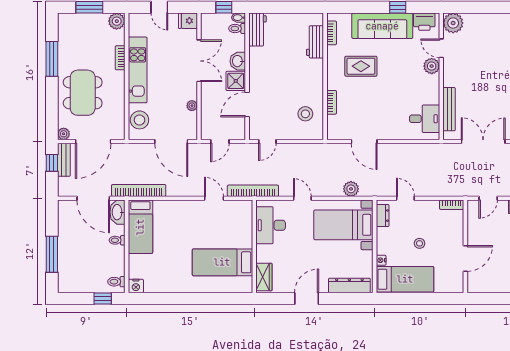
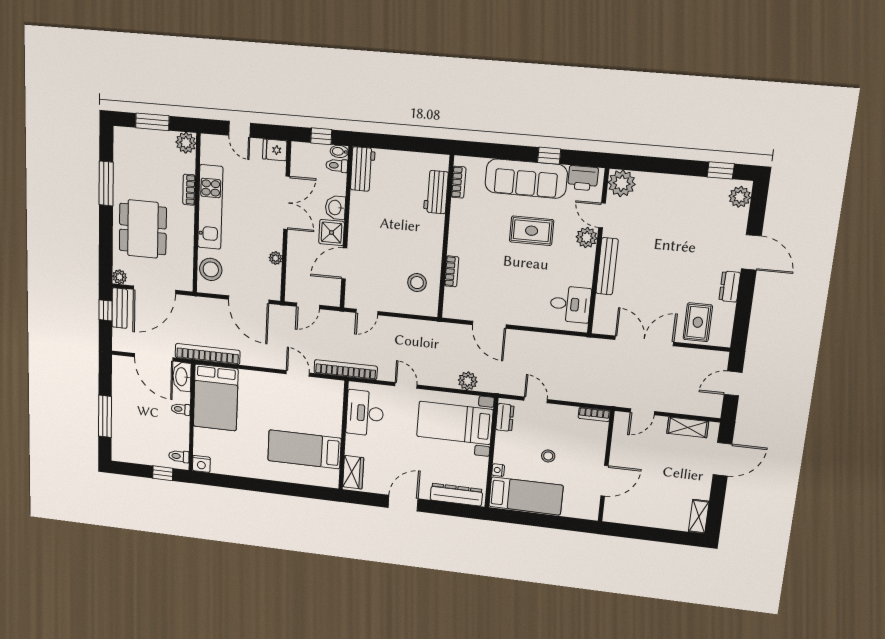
rug: (361, 66) -> (532, 231), moved
bench: (449, 109) -> (607, 266), moved
bed: (140, 227) -> (216, 398), width x1.50

